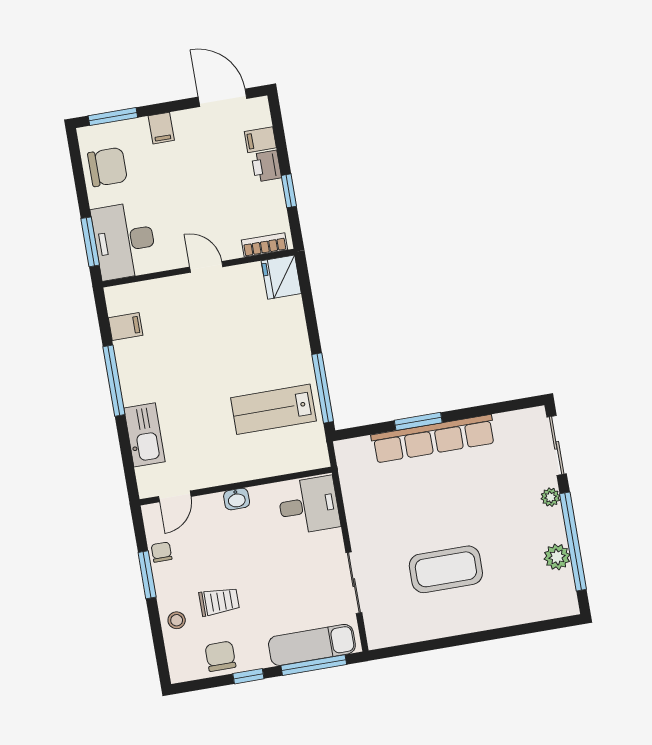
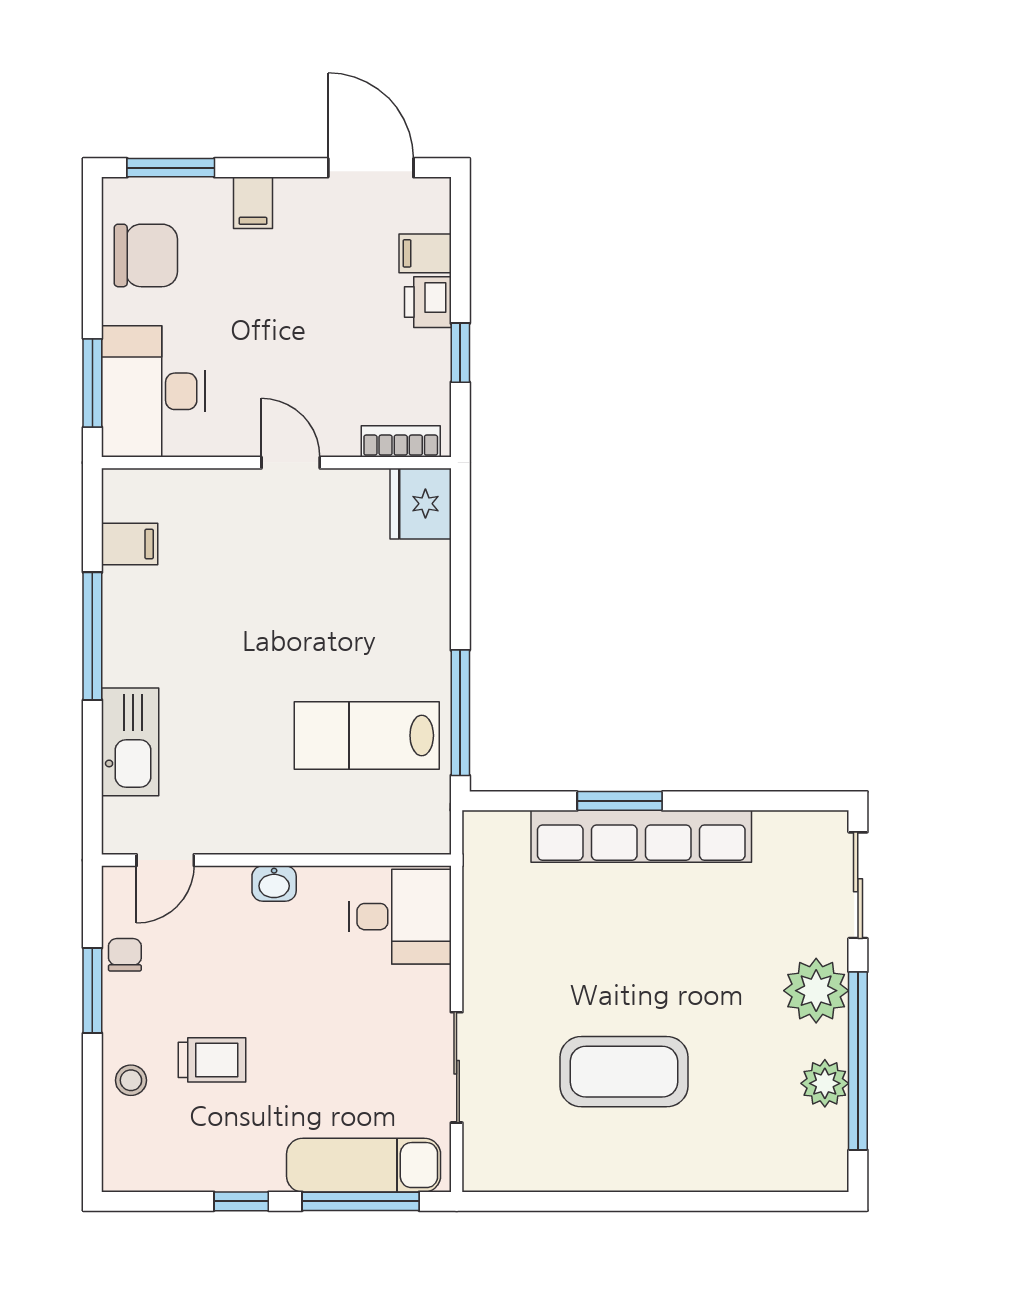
plant: (550, 497) -> (816, 991), width x1.87, depth x1.87
chair: (220, 656) -> (198, 1157), removed

